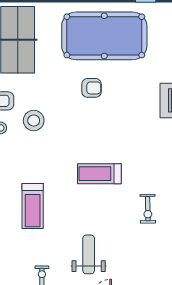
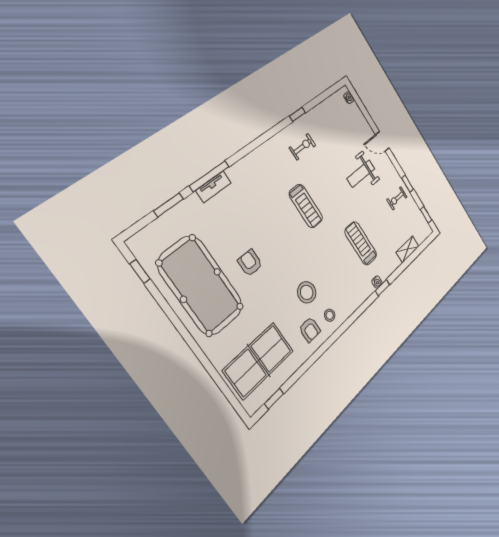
treadmill: (33, 206) -> (361, 243), turned -90

